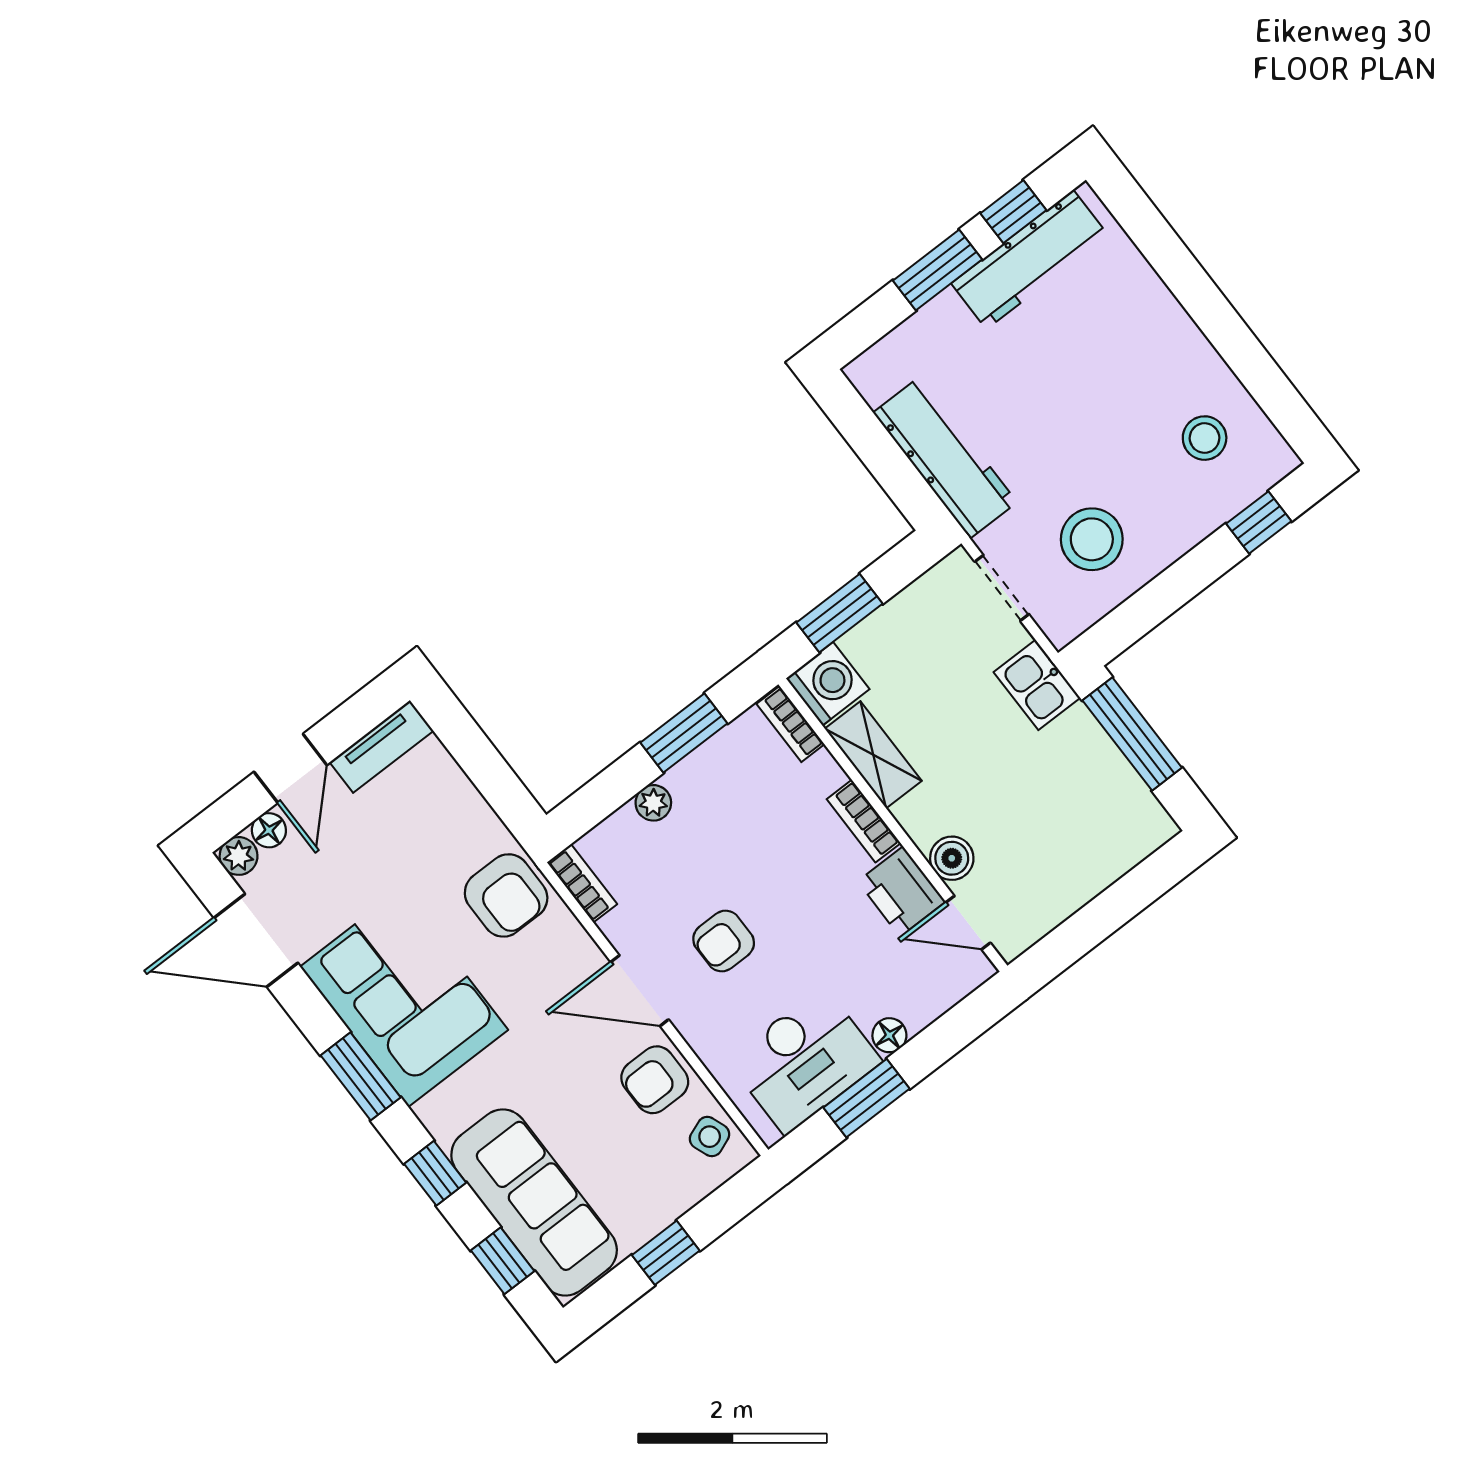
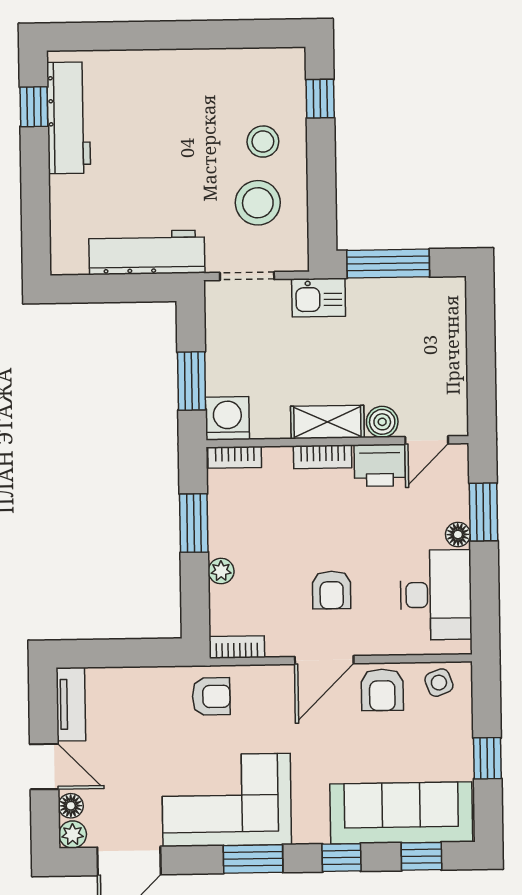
window: (938, 270) -> (35, 176), removed
stool: (1205, 438) -> (263, 142), moved
shelving: (873, 755) -> (327, 422), moved
armchair: (506, 895) -> (211, 696), width x0.72, depth x0.72
window: (867, 1098) -> (483, 512), moved

